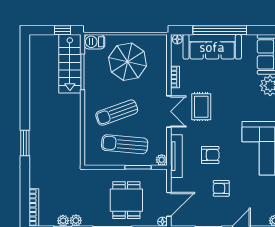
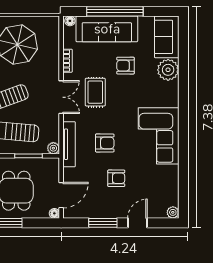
armchair: (230, 82) -> (125, 66), added
armchair: (221, 188) -> (116, 178), turned 180

